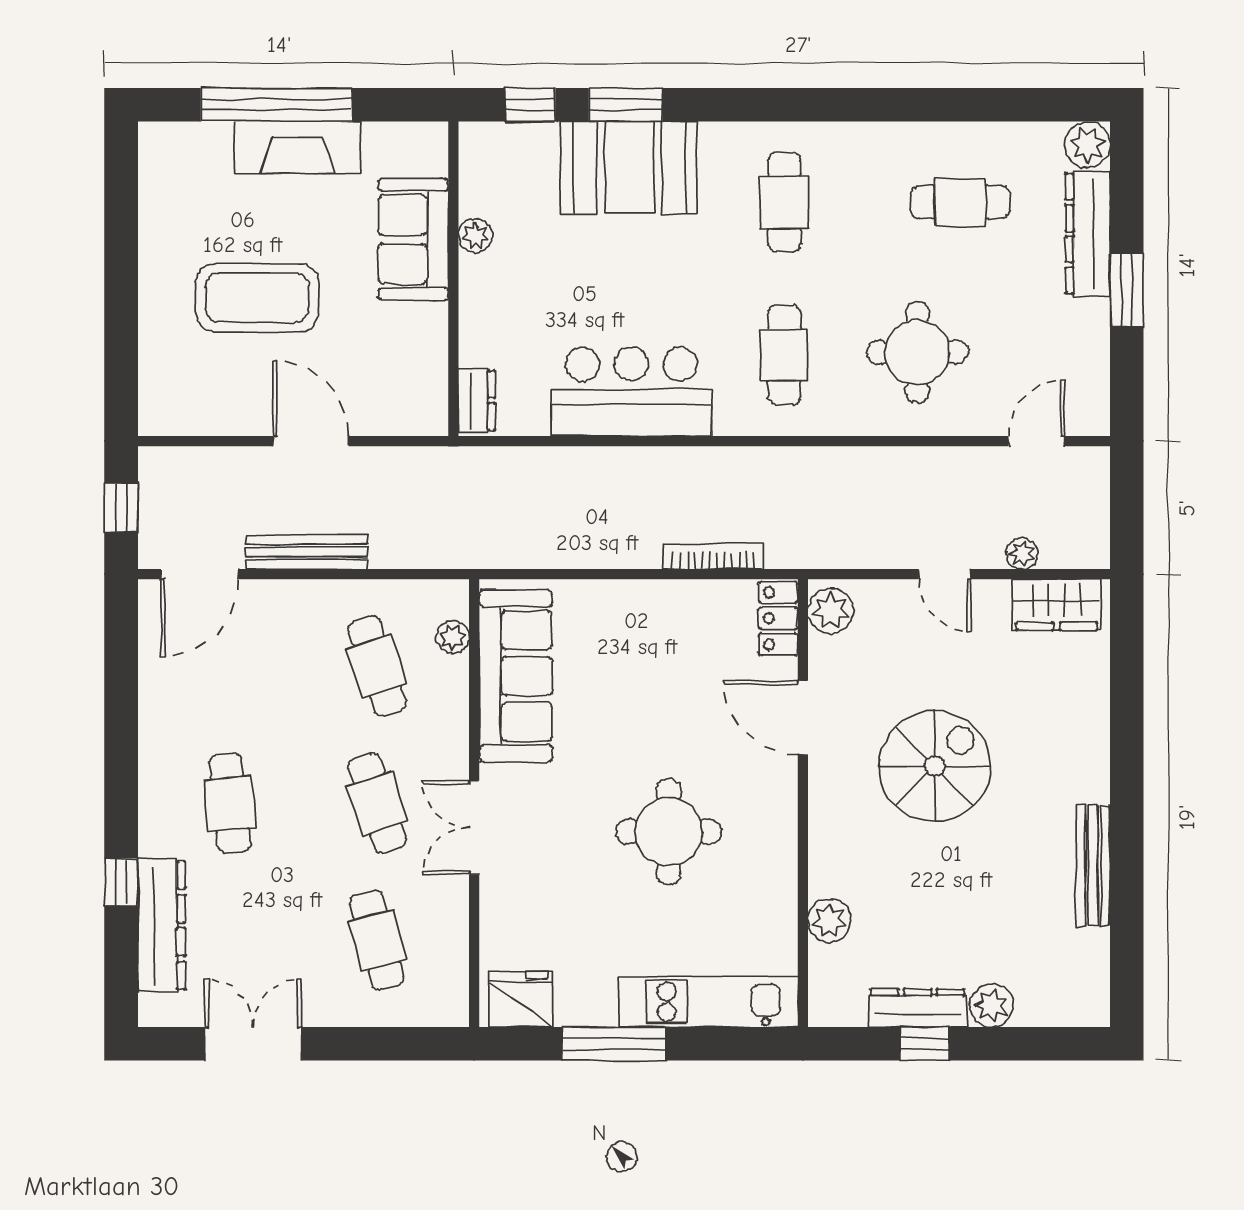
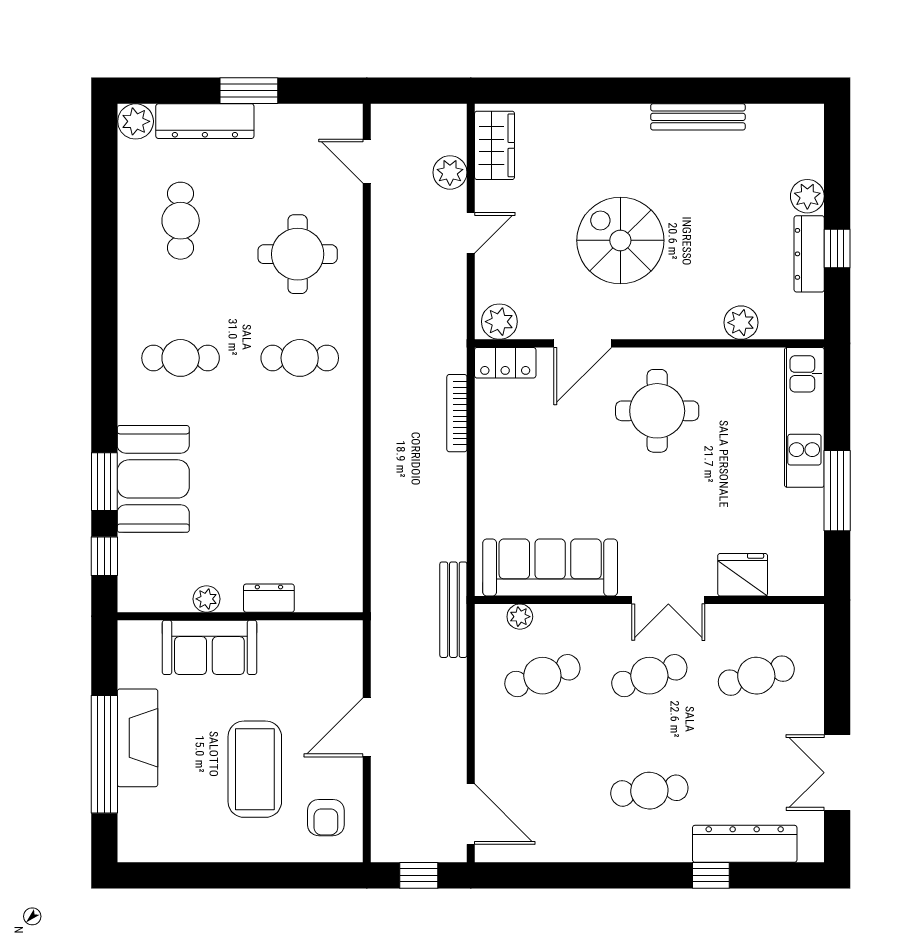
armchair: (195, 389) -> (326, 818), added
bar counter: (631, 392) -> (328, 477), removed
dresser: (476, 400) -> (269, 598), moved
bench: (307, 552) -> (453, 610), moved
plant: (1022, 554) -> (450, 172), width x1.38, depth x1.38
round table: (669, 832) -> (657, 411), moved
fridge: (521, 1000) -> (743, 575), moved, turned 90

